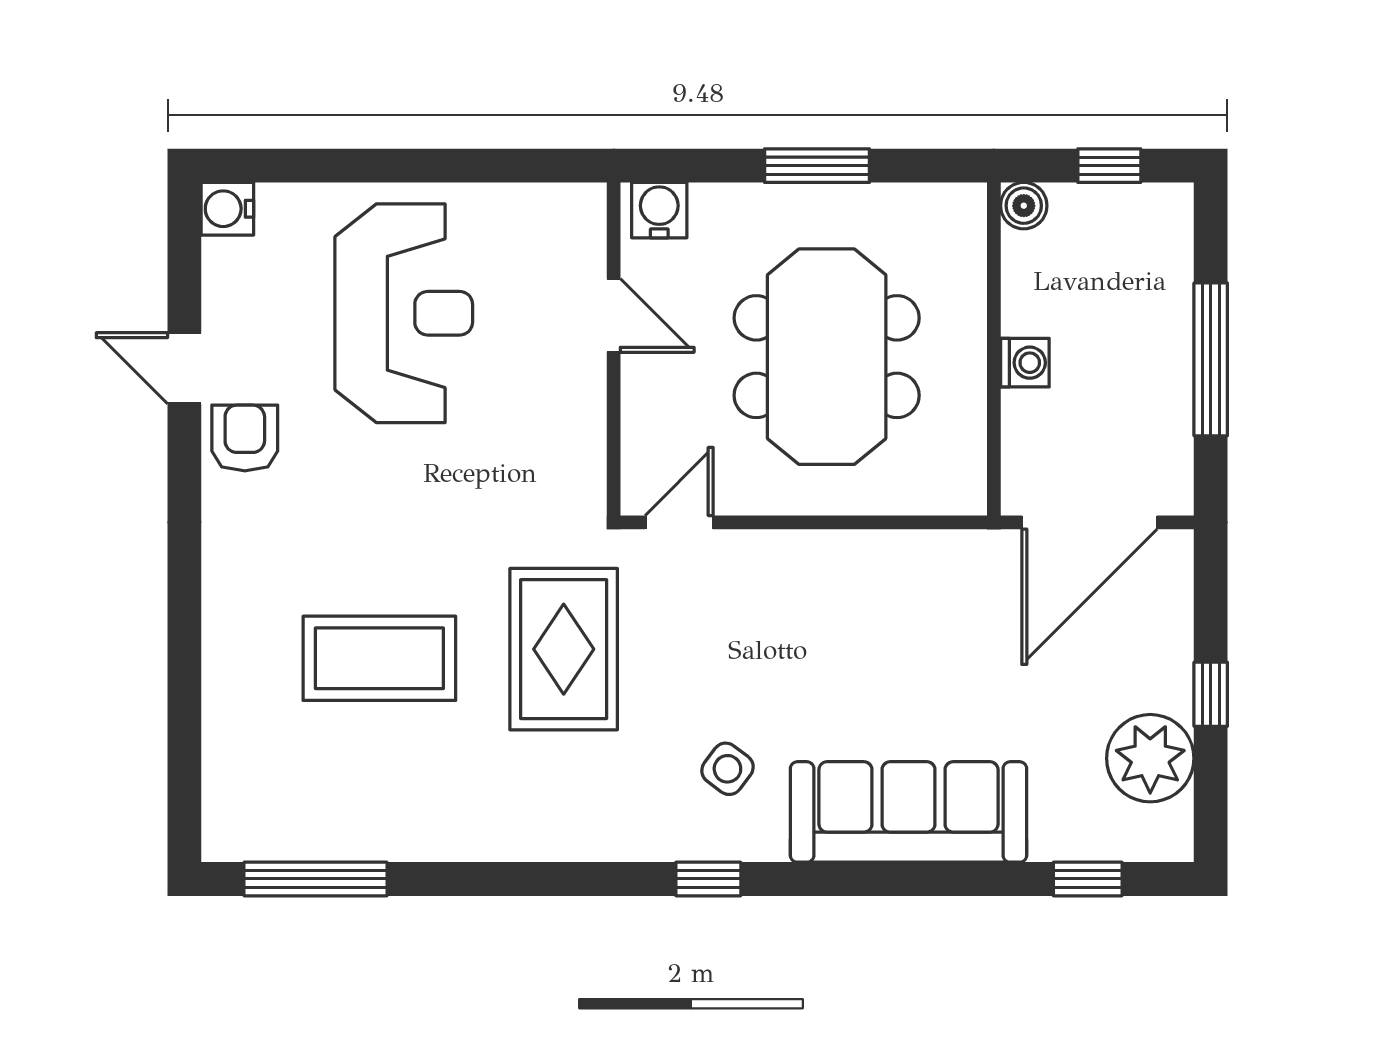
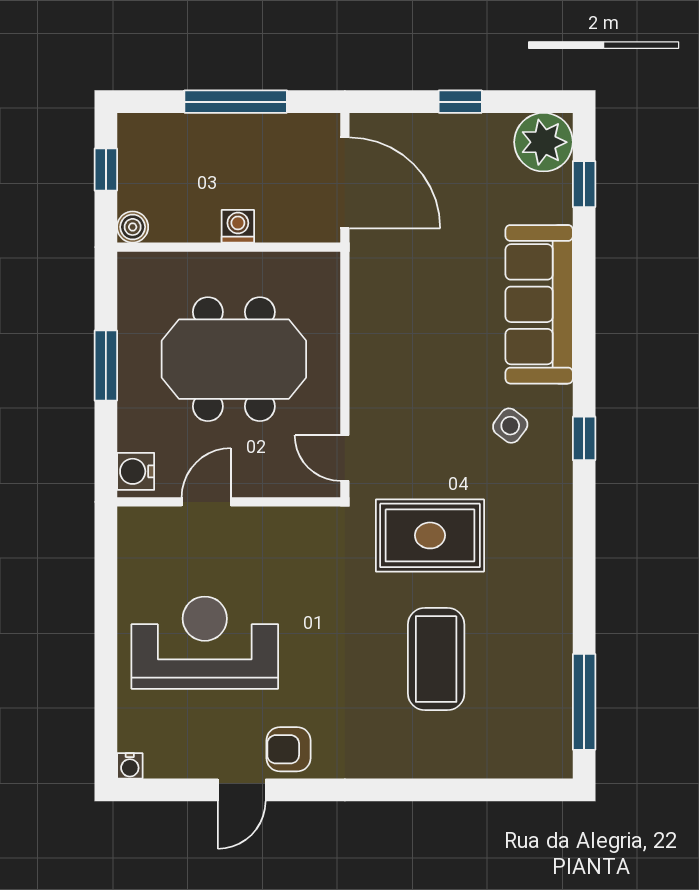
water cooler: (227, 209) -> (130, 766), width x0.72, depth x0.72
plant: (1150, 758) -> (544, 142), moved

